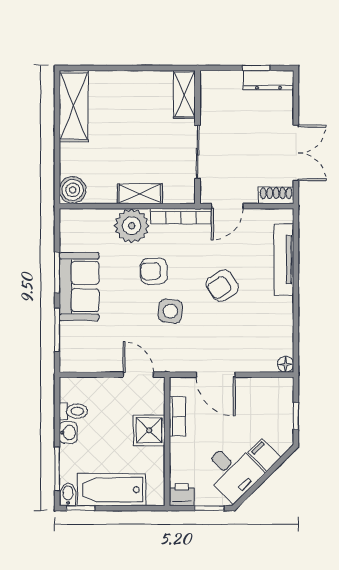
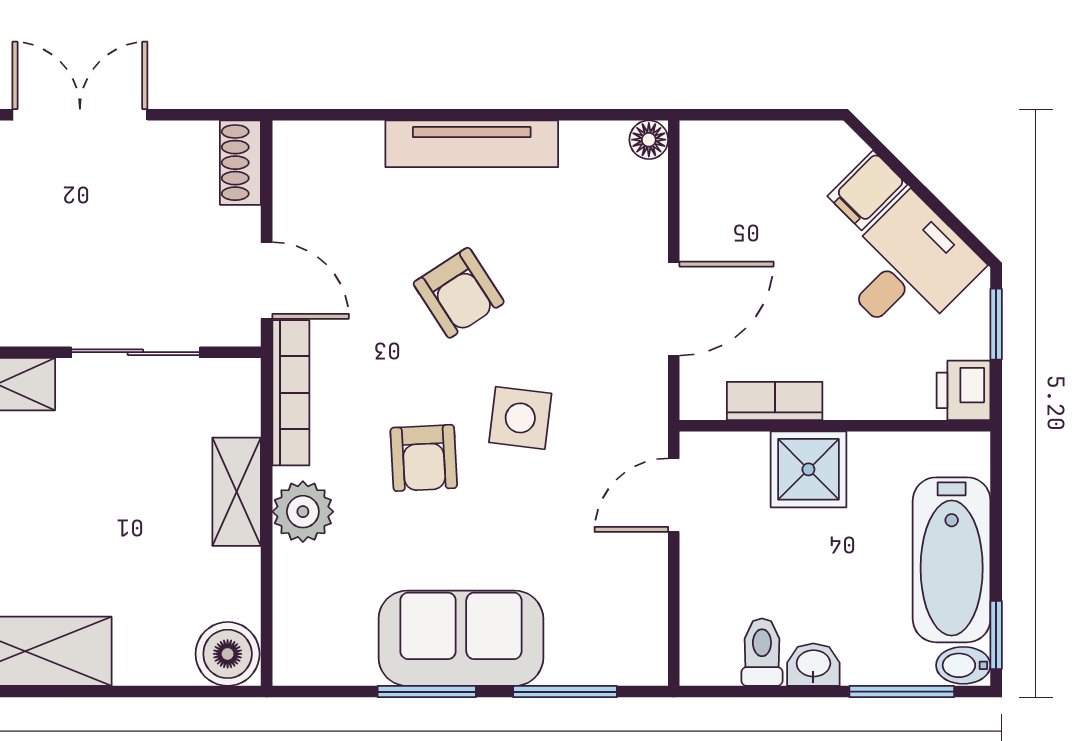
double door: (296, 153) -> (80, 115), moved
plant: (132, 226) -> (303, 512), width x0.73, depth x0.73
tv unit: (284, 260) -> (472, 144), moved
window: (296, 416) -> (774, 115), removed

